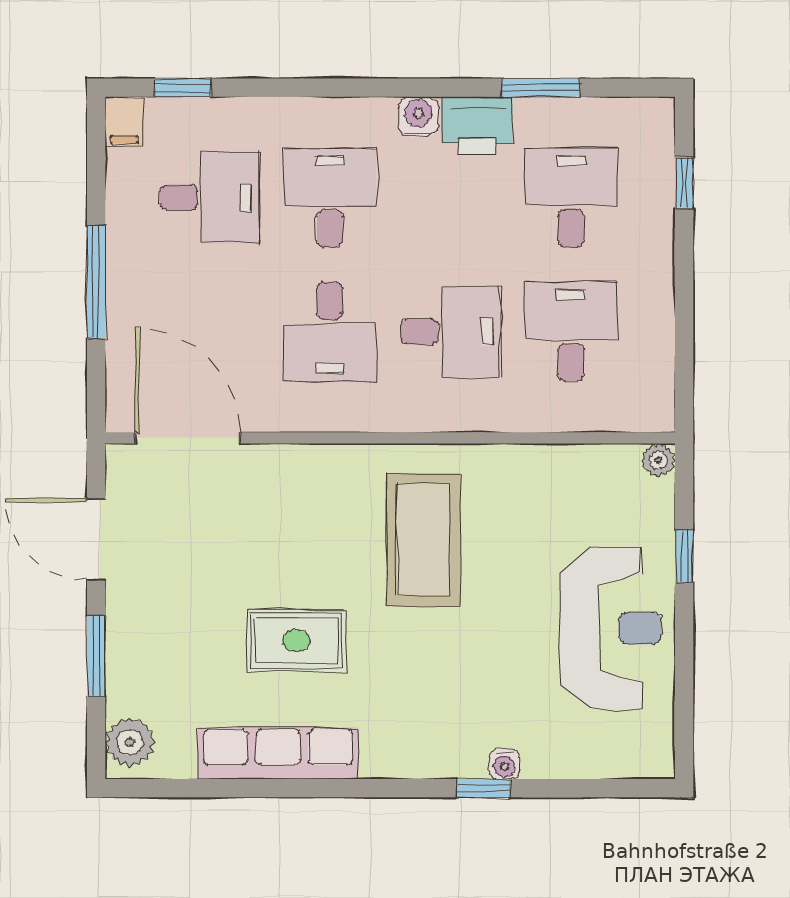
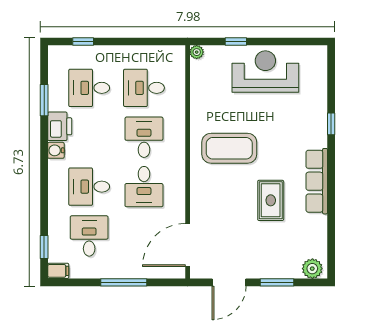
desk: (330, 331) -> (144, 187), turned 90
row of seats: (278, 753) -> (317, 181), moved
water cooler: (504, 764) -> (321, 115), removed

